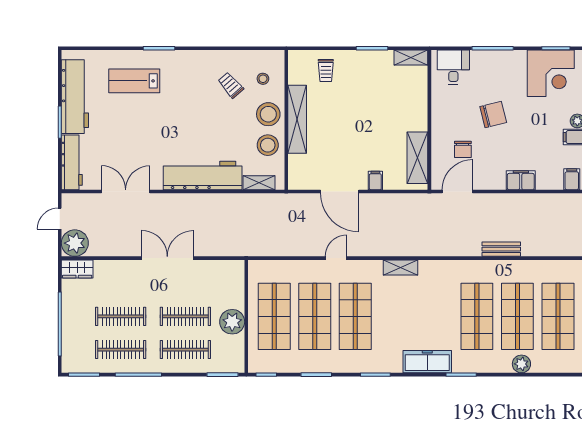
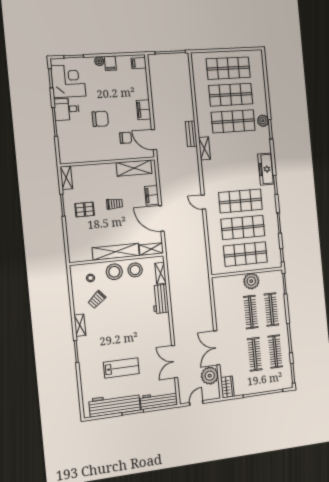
shelving: (196, 57) -> (80, 325), added
desk: (453, 67) -> (67, 109), moved
trolley: (326, 70) -> (115, 204), moved
pallet: (363, 79) -> (85, 210), added
lab bench: (134, 81) -> (121, 368), moved, turned -90
chair: (493, 115) -> (100, 119), turned 104
shelving: (296, 172) -> (151, 249), added
workbench: (203, 176) -> (160, 299), width x0.53, depth x0.76
filing cabinet: (375, 180) -> (152, 195), width x2.00
filing cabinet: (521, 180) -> (144, 110), moved
door: (340, 192) -> (161, 218), swing flipped
door: (60, 219) -> (196, 403), swing flipped
plant: (75, 243) -> (210, 376), moved
bench: (501, 249) -> (191, 134), moved
double door: (167, 258) -> (217, 348), moved
door: (336, 258) -> (203, 202), moved
shelving: (401, 267) -> (204, 148), moved
freezer: (427, 362) -> (266, 169), moved
plant: (521, 364) -> (263, 121), moved

